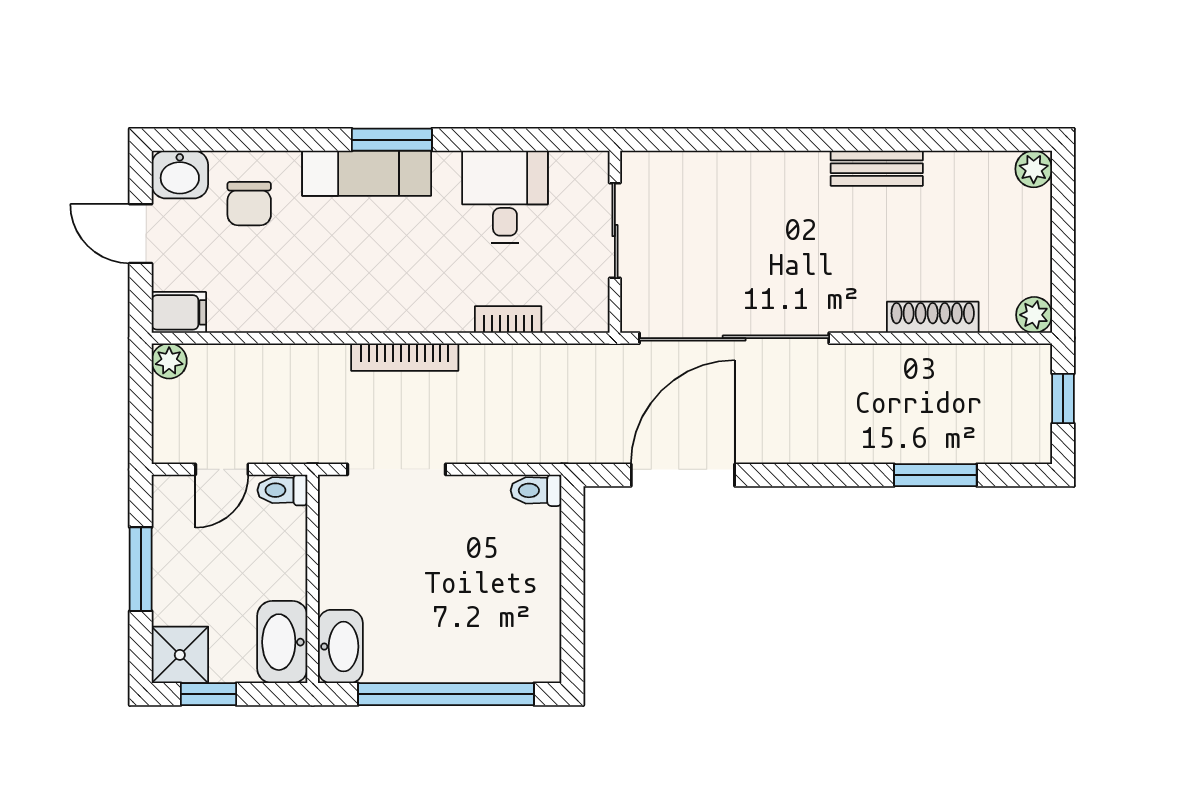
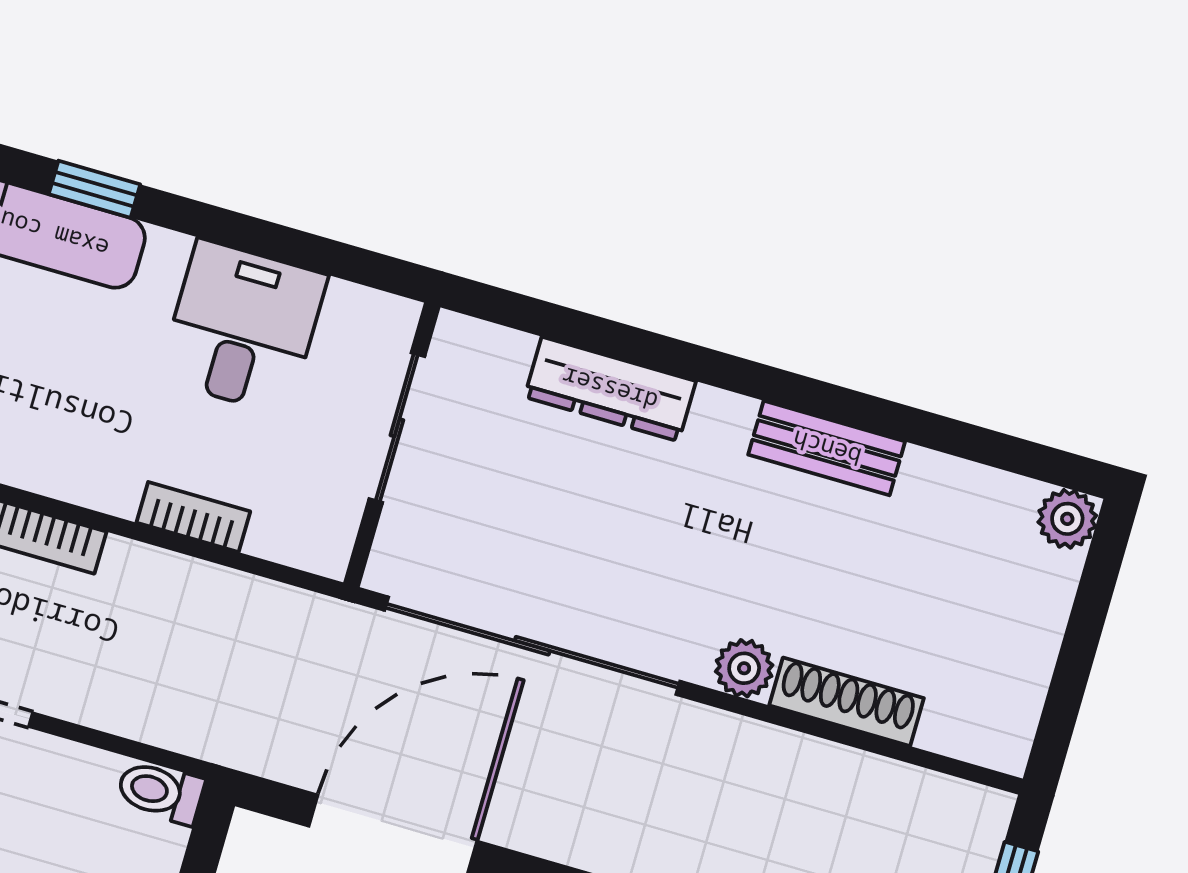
window: (392, 140) -> (94, 189), width x0.67
dresser: (736, 170) -> (610, 389), added
plant: (1034, 315) -> (744, 668), moved

